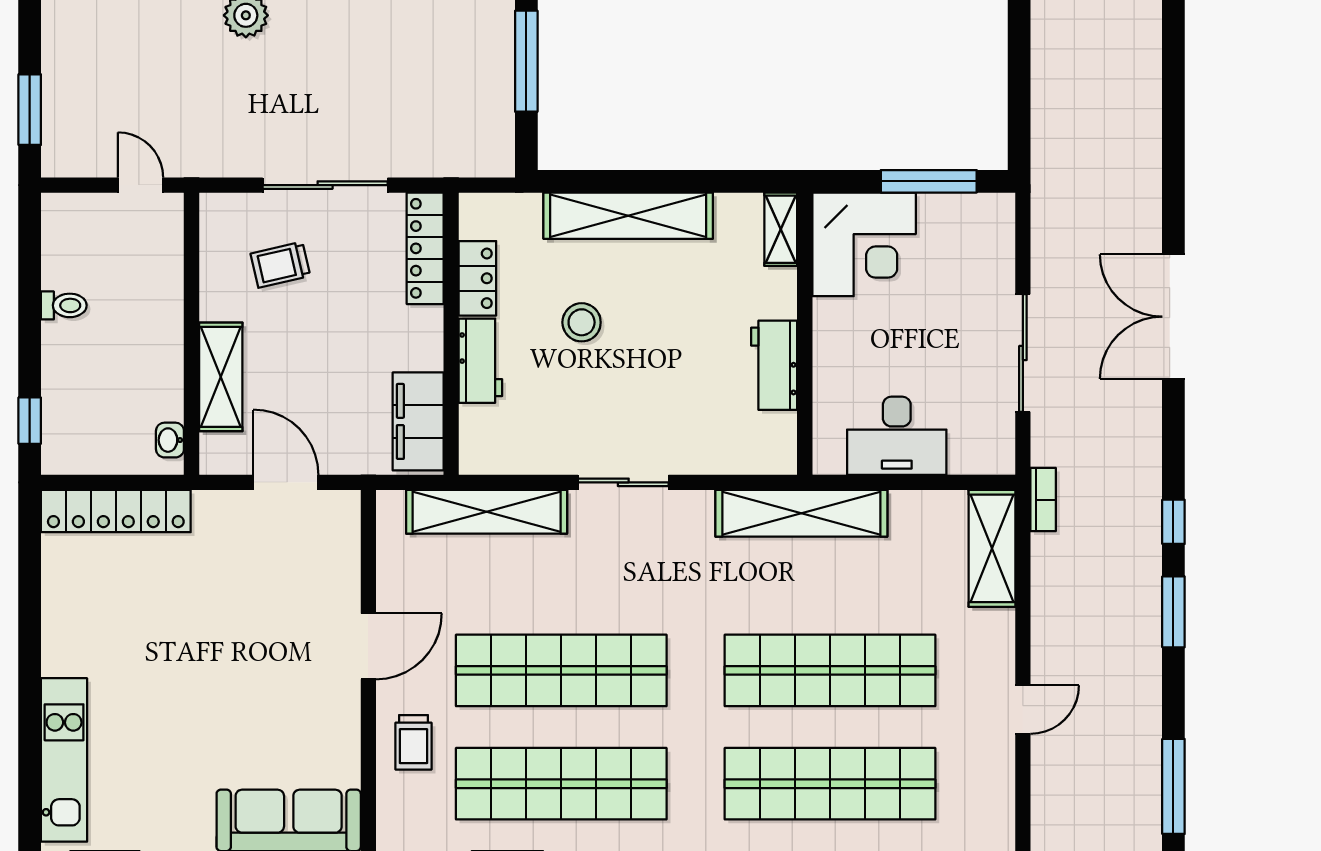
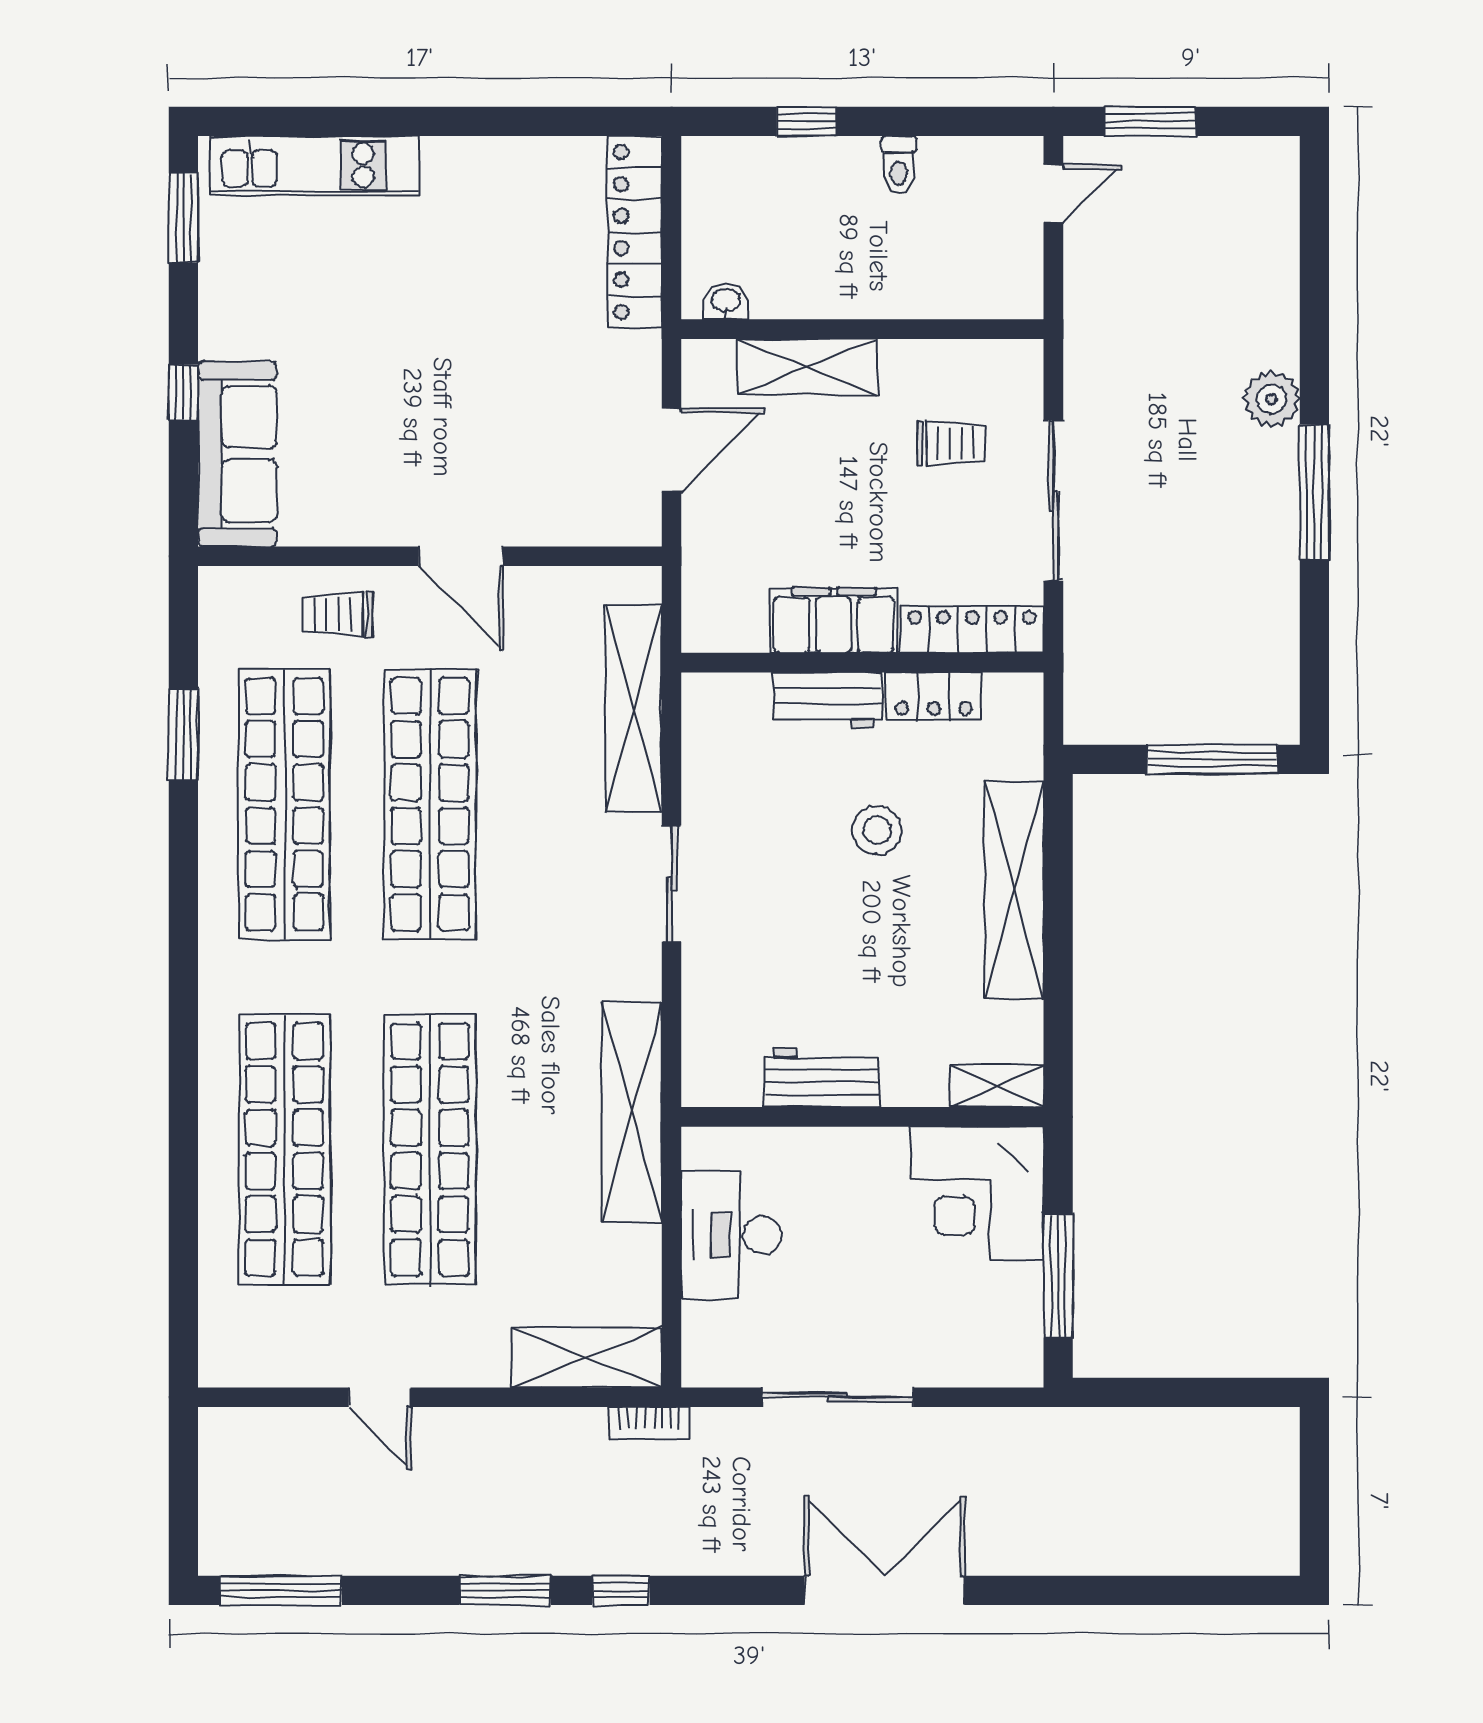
door: (141, 185) -> (1053, 193), moved
trolley: (280, 265) -> (951, 443), turned 103
window: (30, 421) -> (807, 121), moved
filing cabinet: (418, 421) -> (834, 620), moved

